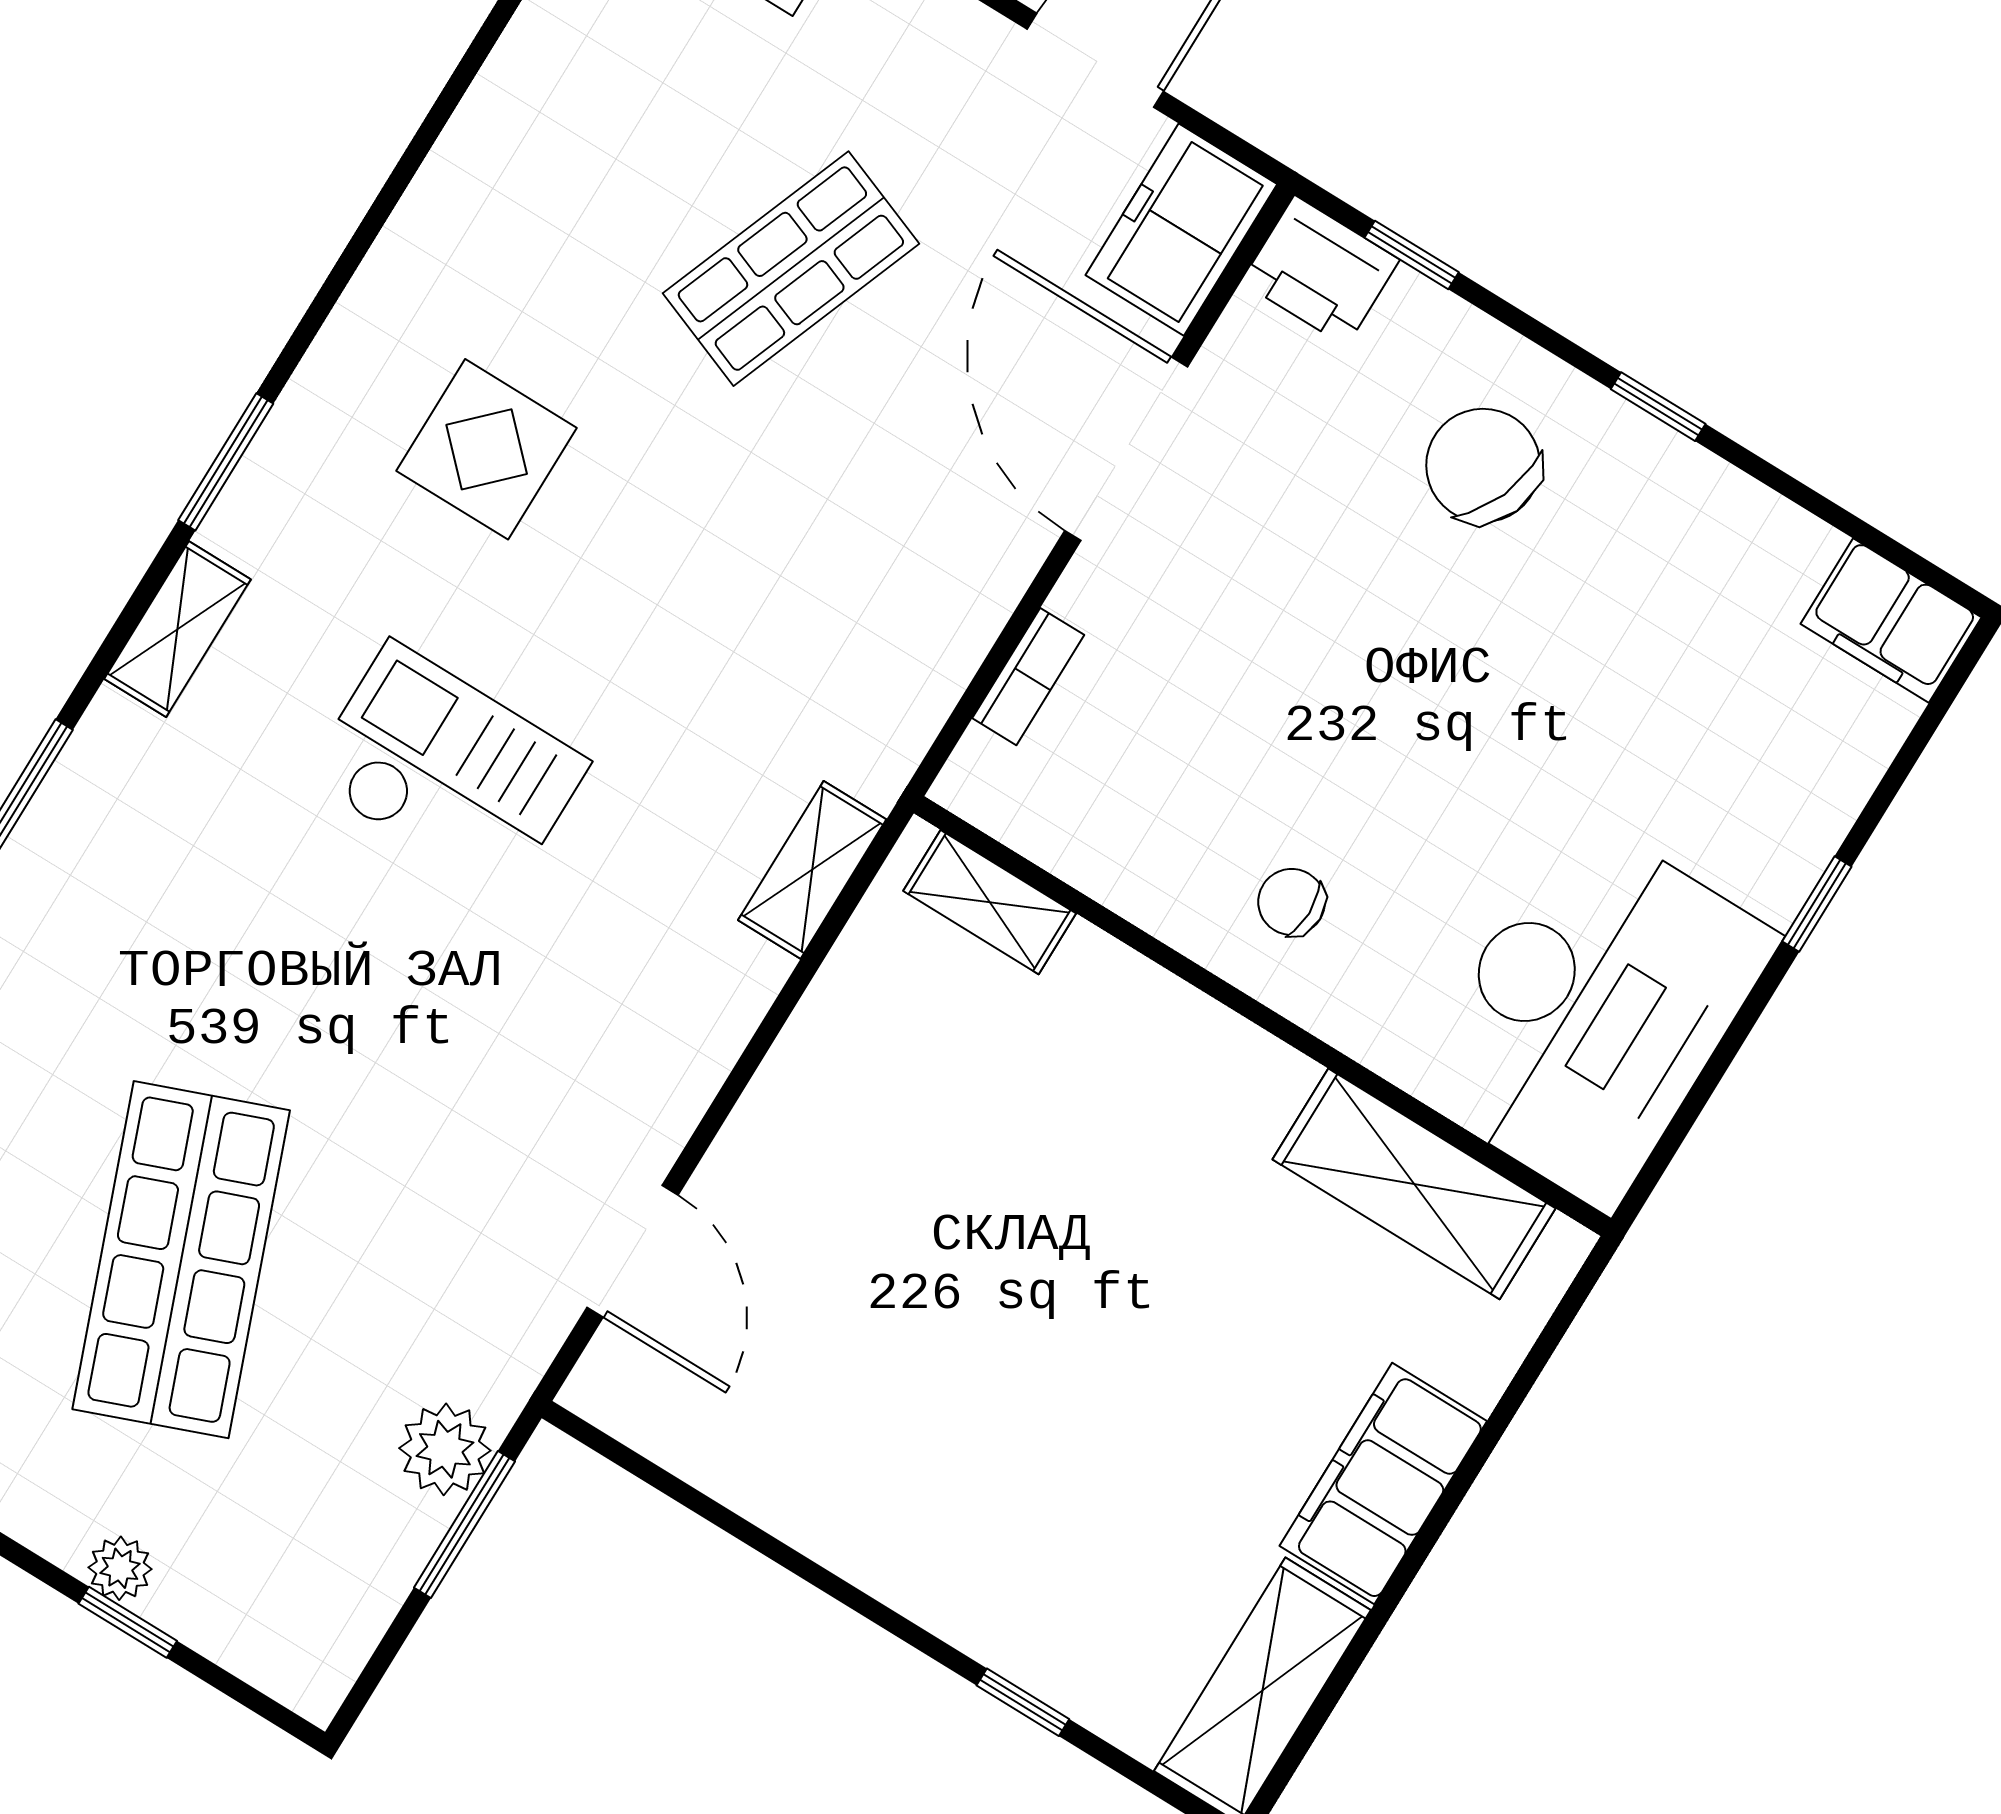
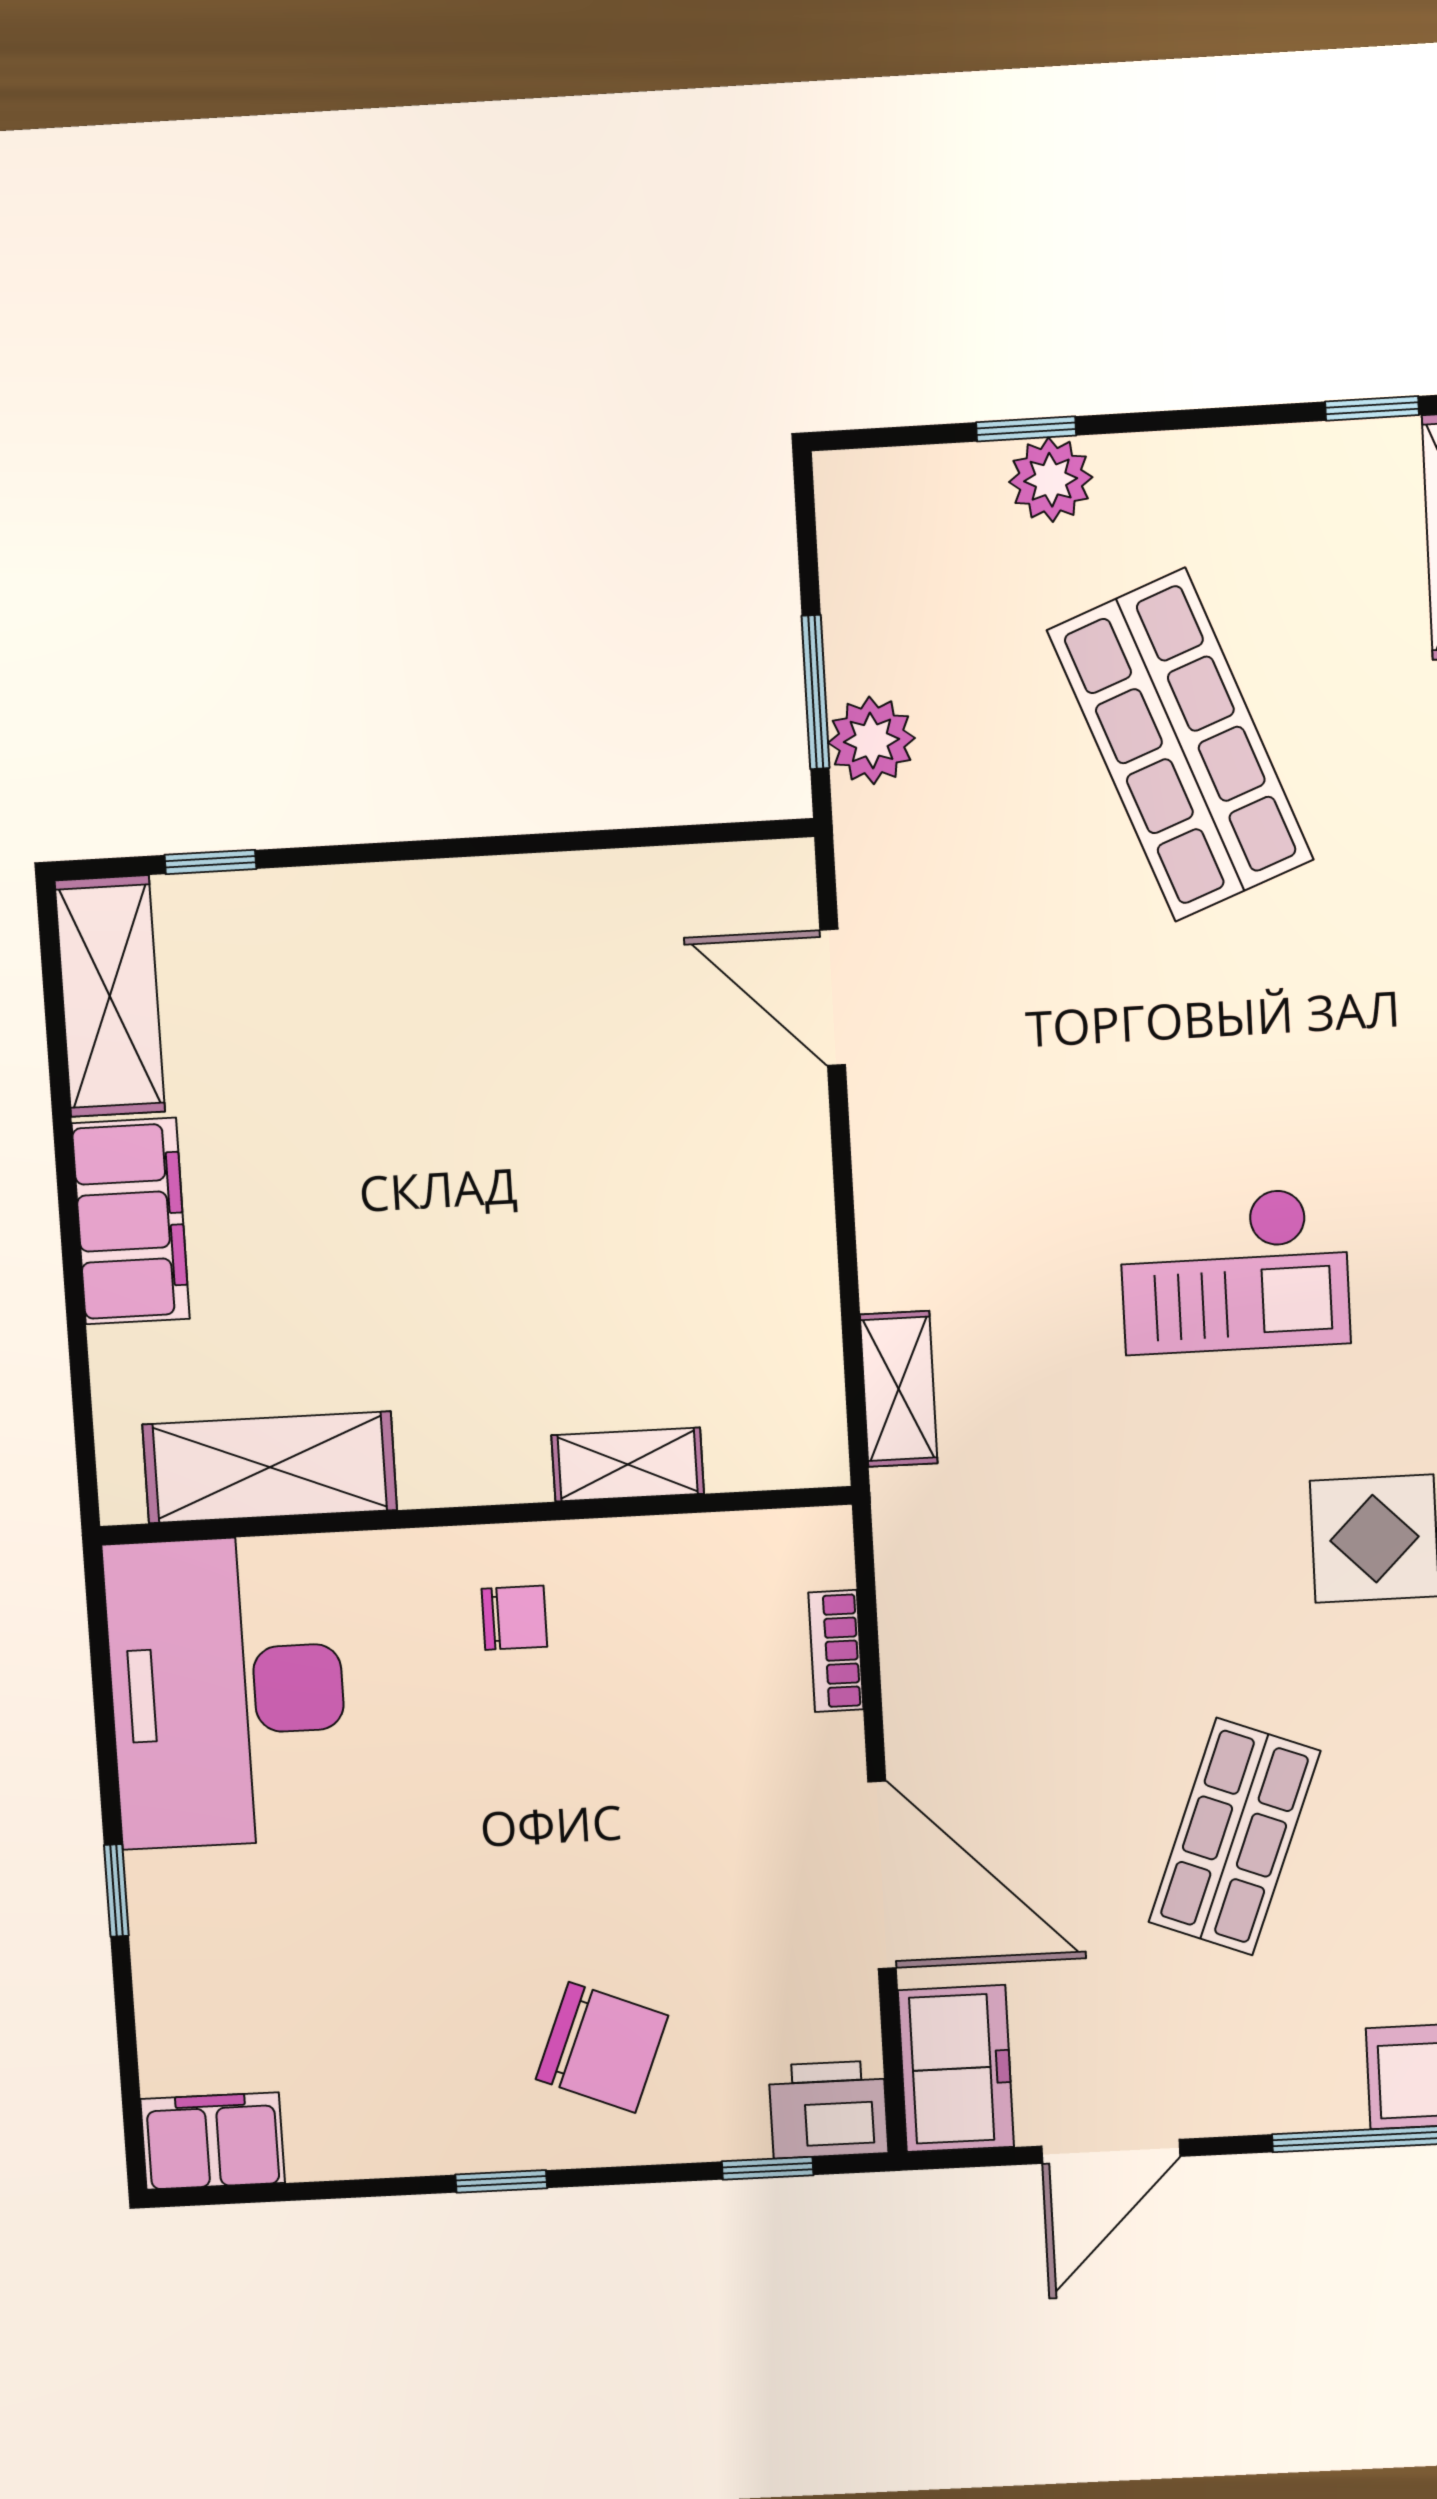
shelving: (990, 902) -> (628, 1465), moved
plant: (120, 1568) -> (1051, 480), width x1.38, depth x1.38
window: (1023, 1702) -> (210, 862), moved

